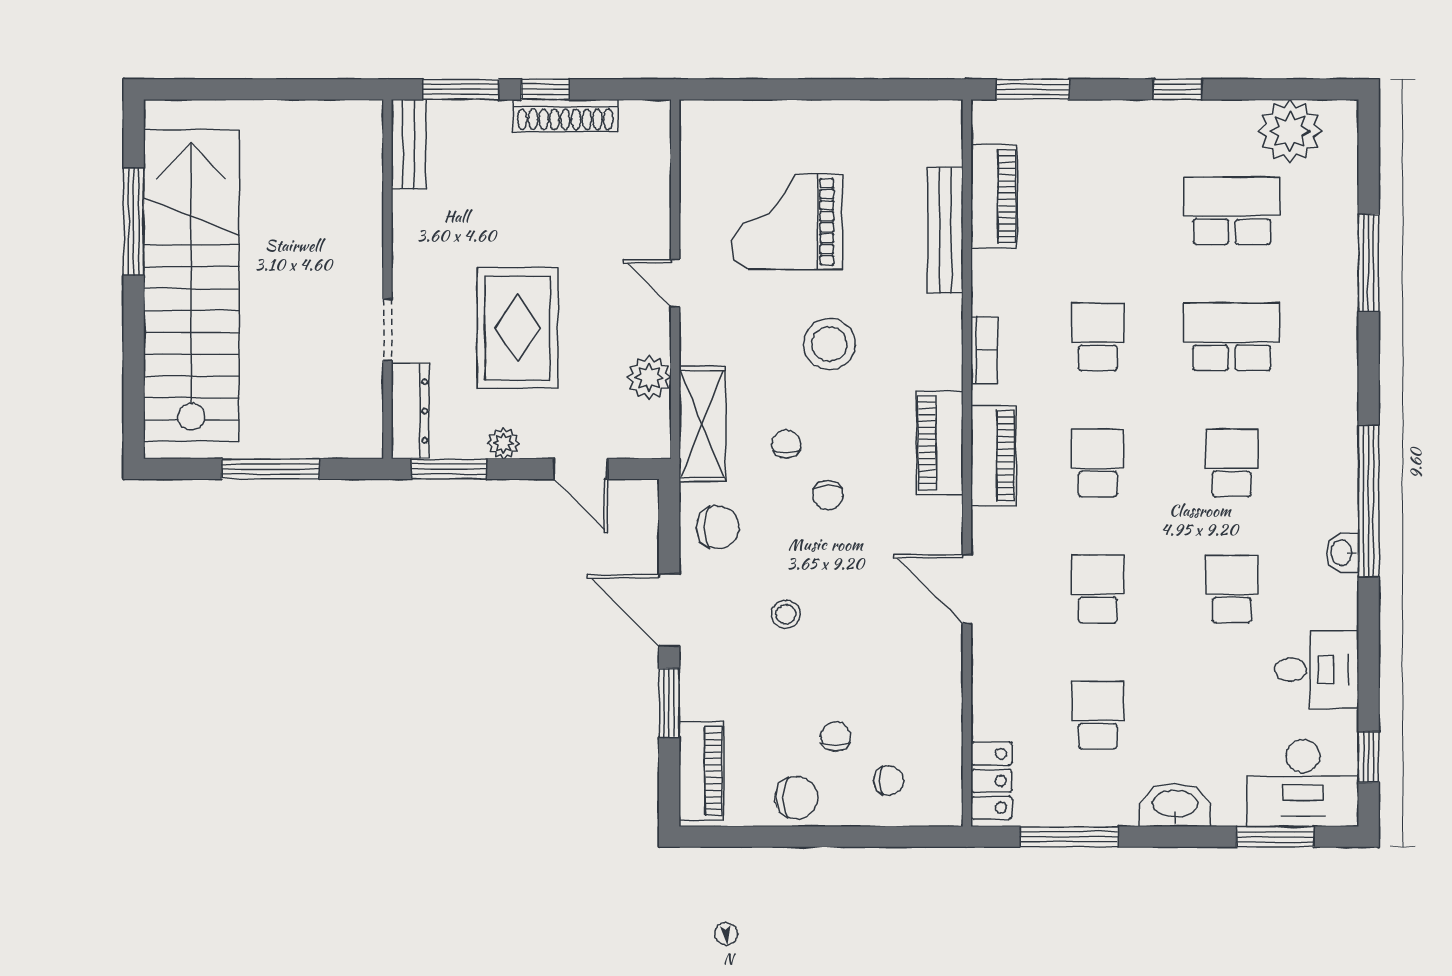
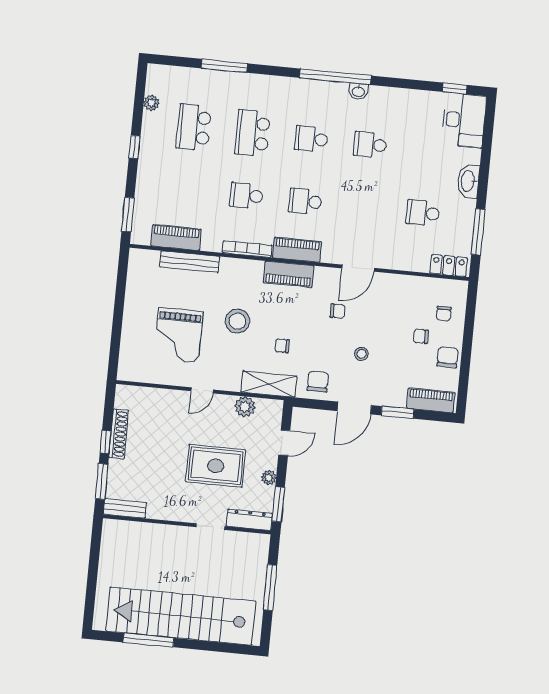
plant: (1290, 131) -> (152, 103), width x0.53, depth x0.53
bookcase: (984, 350) -> (247, 249), width x1.56
chair: (828, 495) -> (338, 311), moved
school desk: (1098, 589) -> (364, 207), removed
desk: (1317, 669) -> (412, 109), removed
chair: (889, 780) -> (444, 313), turned 180
window: (1275, 837) -> (488, 136), removed

